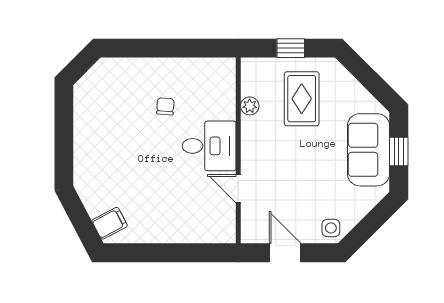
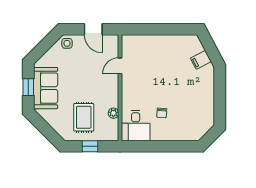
desk: (209, 146) -> (136, 126), moved, turned -90
door: (238, 189) -> (120, 66), swing flipped
filing cabinet: (110, 223) -> (201, 60), moved

